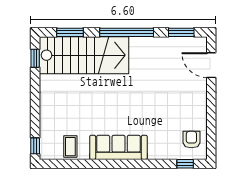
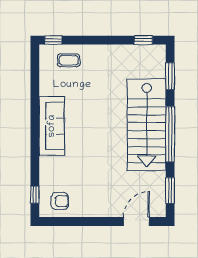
stairs: (84, 55) -> (147, 125), moved
coffee table: (70, 147) -> (69, 60), moved

